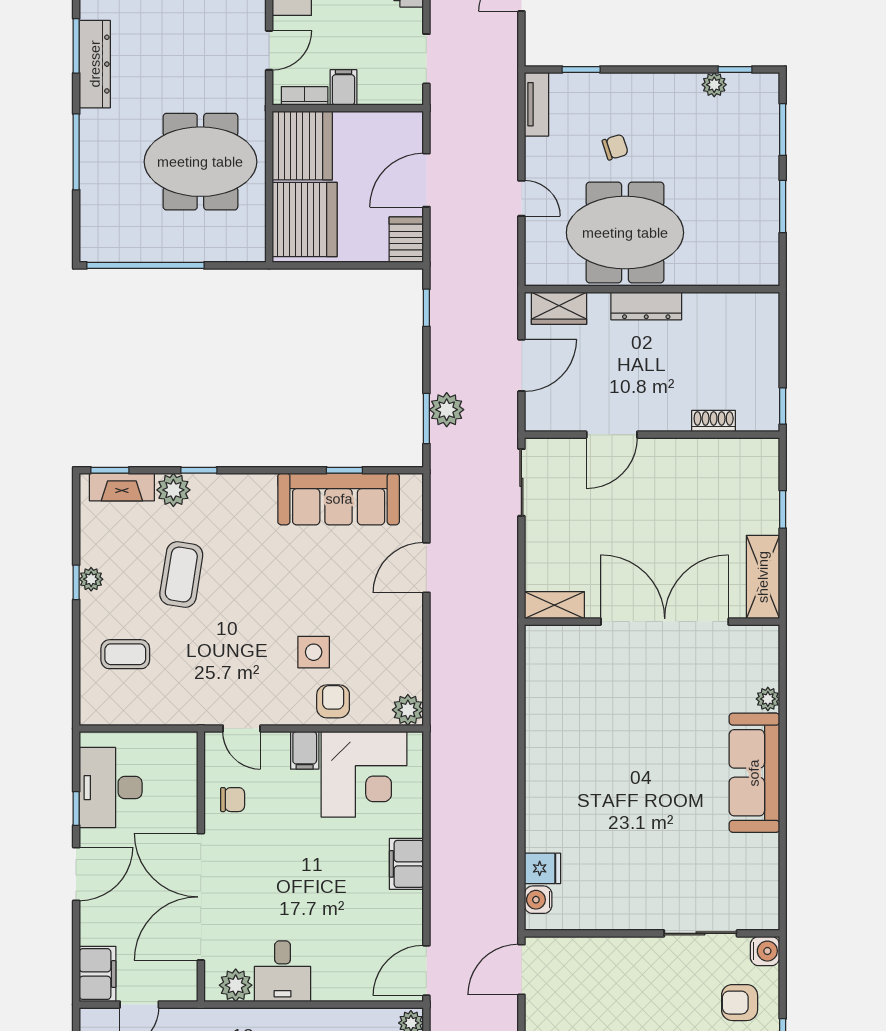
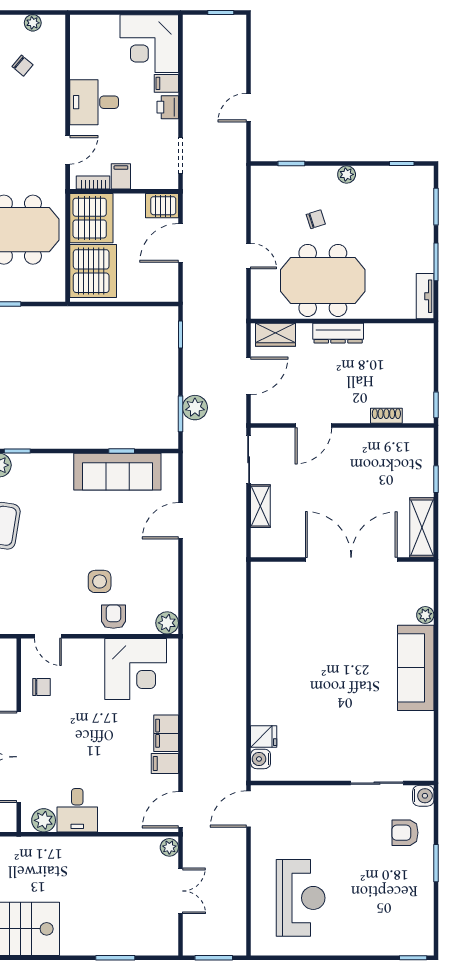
plant: (714, 85) -> (347, 174), moved
tv unit: (537, 104) -> (425, 296), moved, turned 180
server rack: (406, 240) -> (162, 206), moved, turned -90
shelving: (554, 605) -> (260, 506), moved, turned 90
filing cabinet: (305, 750) -> (165, 763), moved, turned 90

